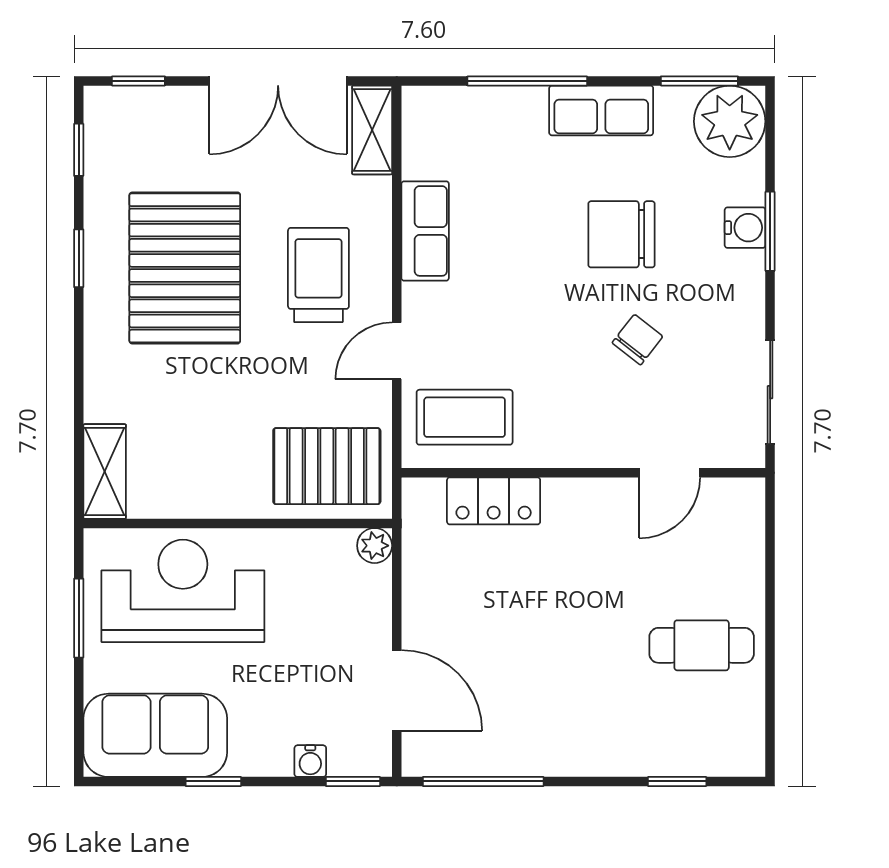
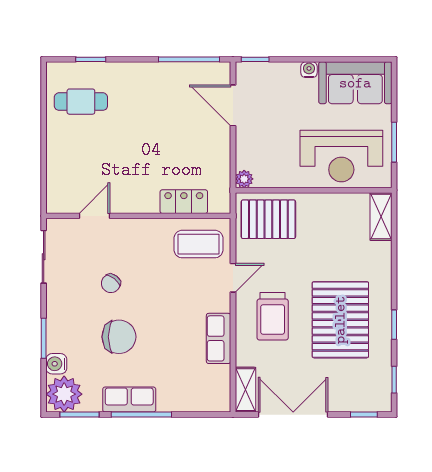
window: (527, 81) -> (141, 415), moved
water cooler: (745, 228) -> (56, 364), moved
cafe table: (702, 645) -> (81, 102), moved
water cooler: (310, 761) -> (309, 70), moved
window: (213, 781) -> (326, 59), removed

